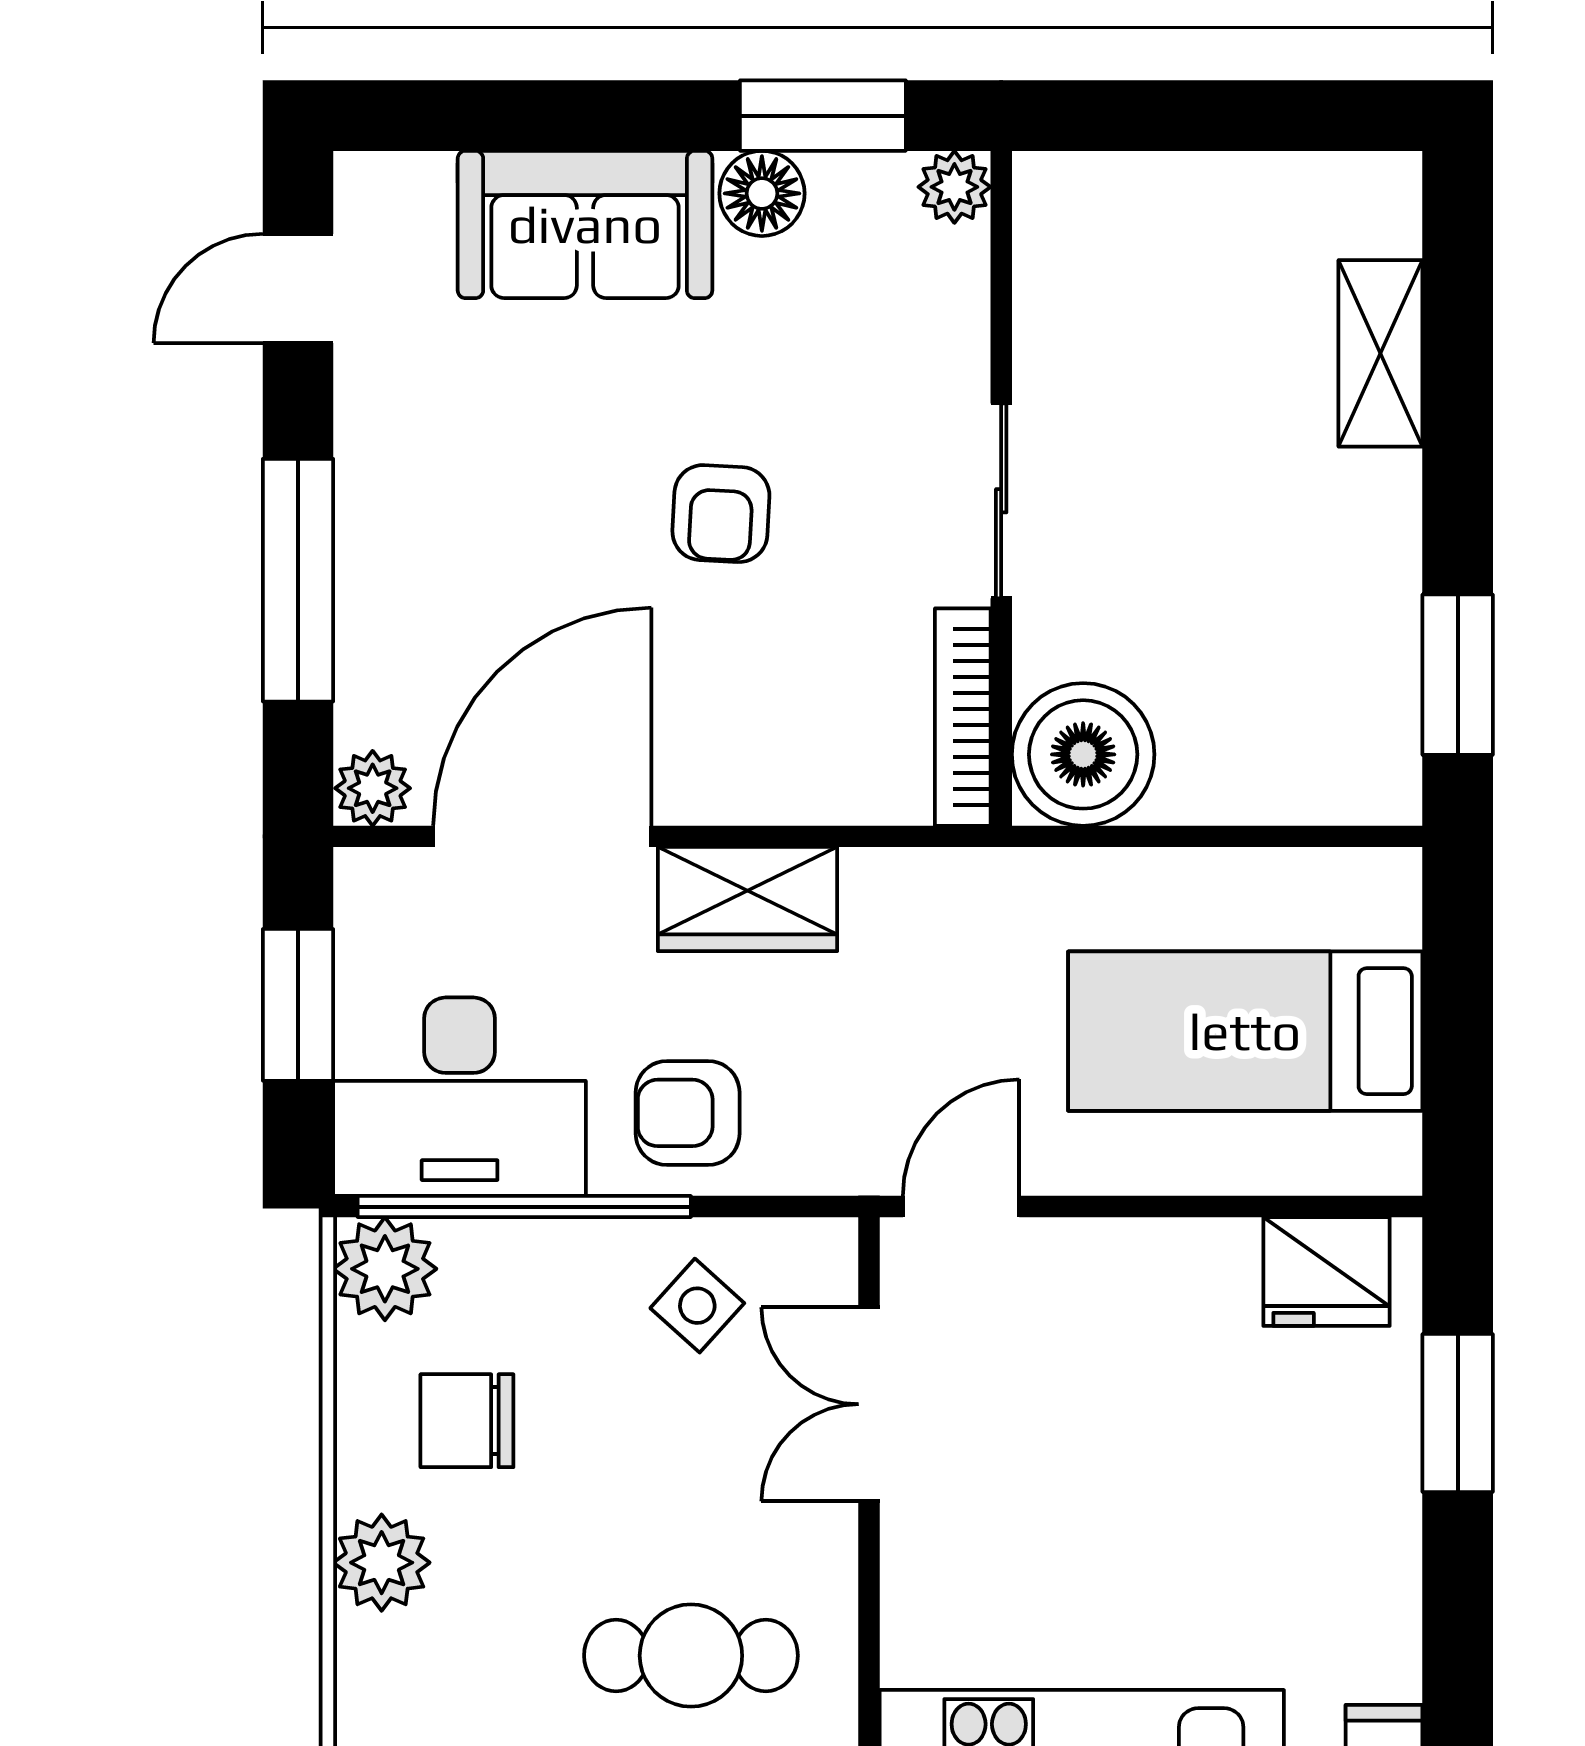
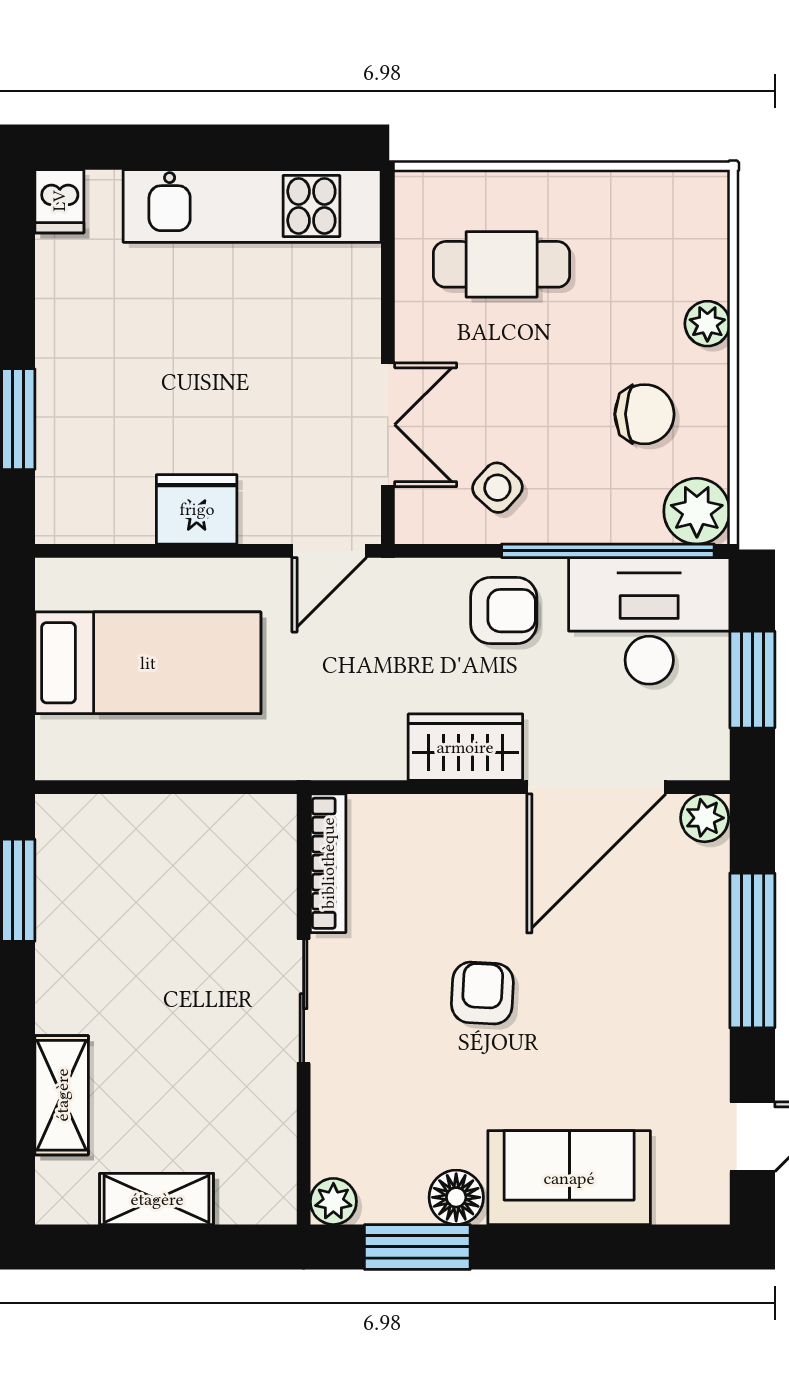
shelving: (1232, 191) -> (157, 1199), added
boiler: (1083, 754) -> (251, 839), removed
fridge: (1326, 1272) -> (197, 509), moved
plant: (382, 1563) -> (707, 324), width x0.73, depth x0.73

